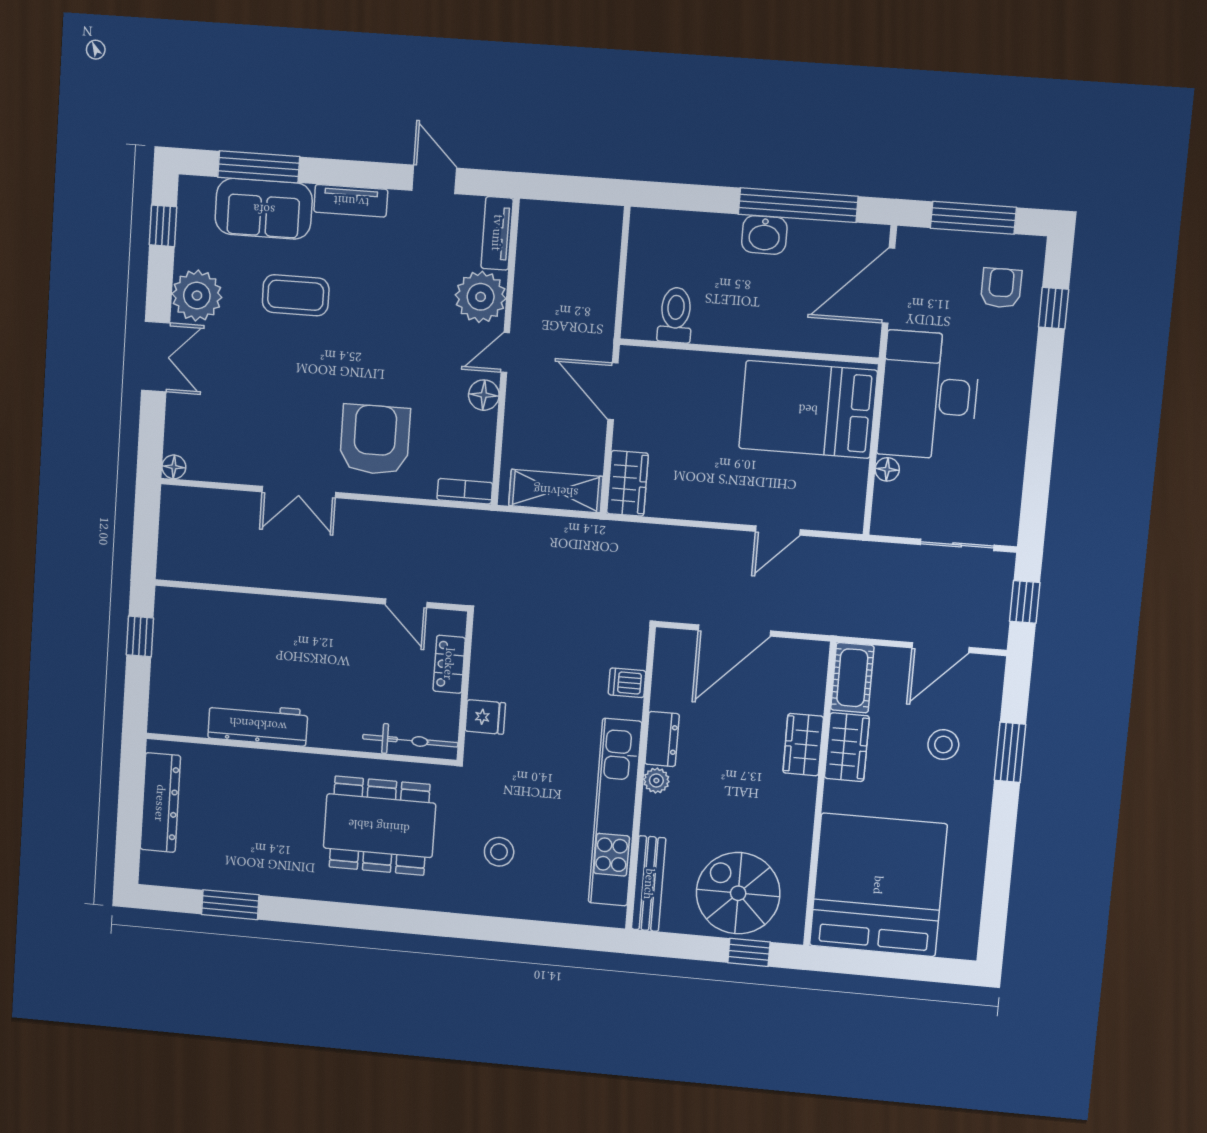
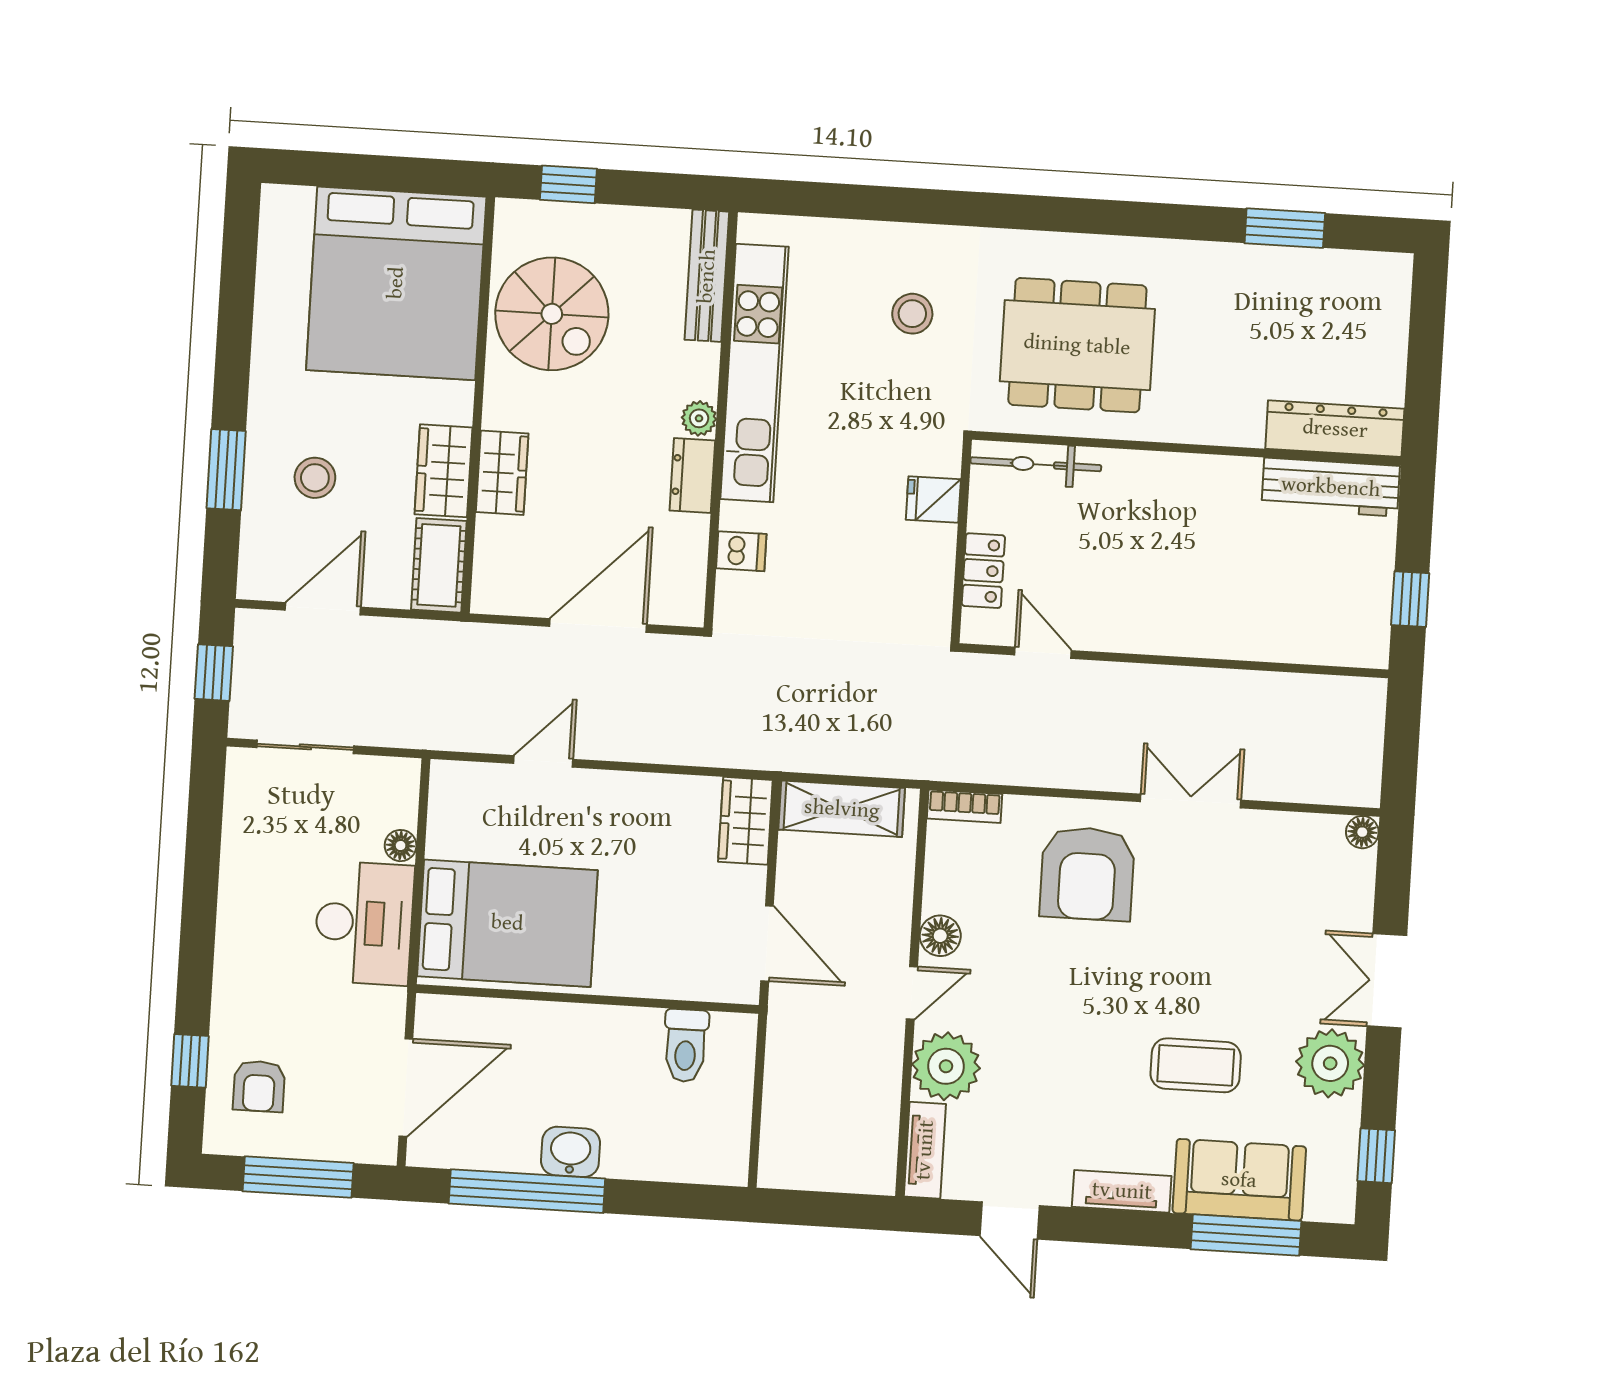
desk: (929, 395) -> (364, 923), width x0.73, depth x0.77
workbench: (258, 724) -> (1331, 487), moved
dresser: (160, 803) -> (1335, 429), moved, turned 90
spiral stairs: (738, 893) -> (552, 314), moved

